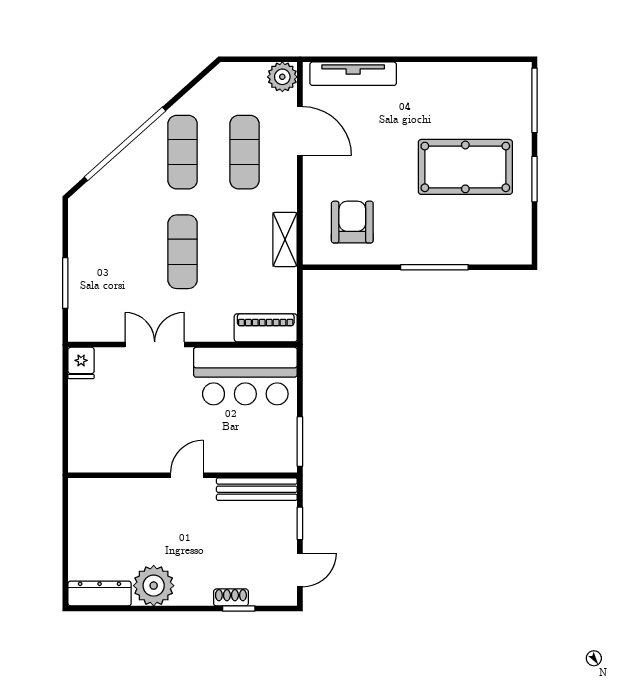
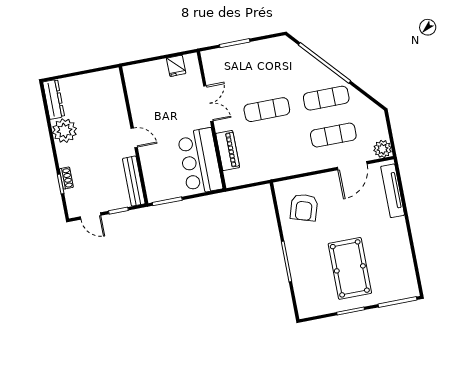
armchair: (352, 222) -> (304, 207), turned 107
shelving: (285, 239) -> (286, 169), removed
piano: (266, 328) -> (228, 151), moved
fridge: (81, 363) -> (176, 66), moved, turned -90

